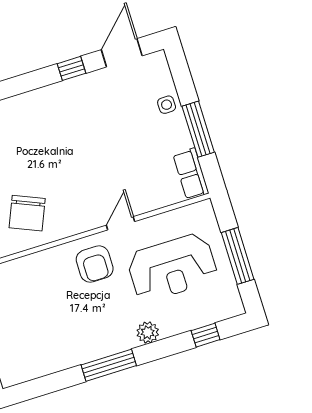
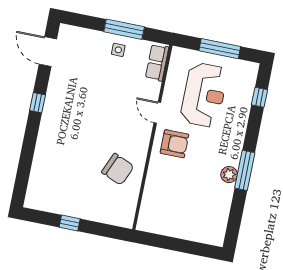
window: (72, 68) -> (37, 103), moved
side table: (167, 105) -> (118, 50), moved
row of seats: (191, 174) -> (157, 63), moved, turned 90
plant: (148, 332) -> (229, 175), moved

